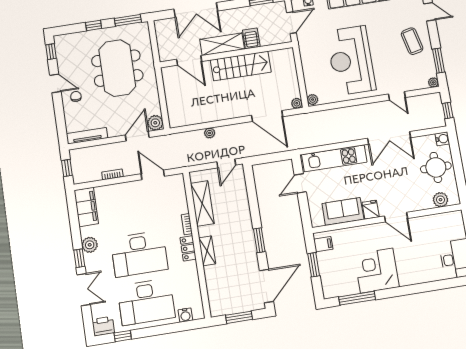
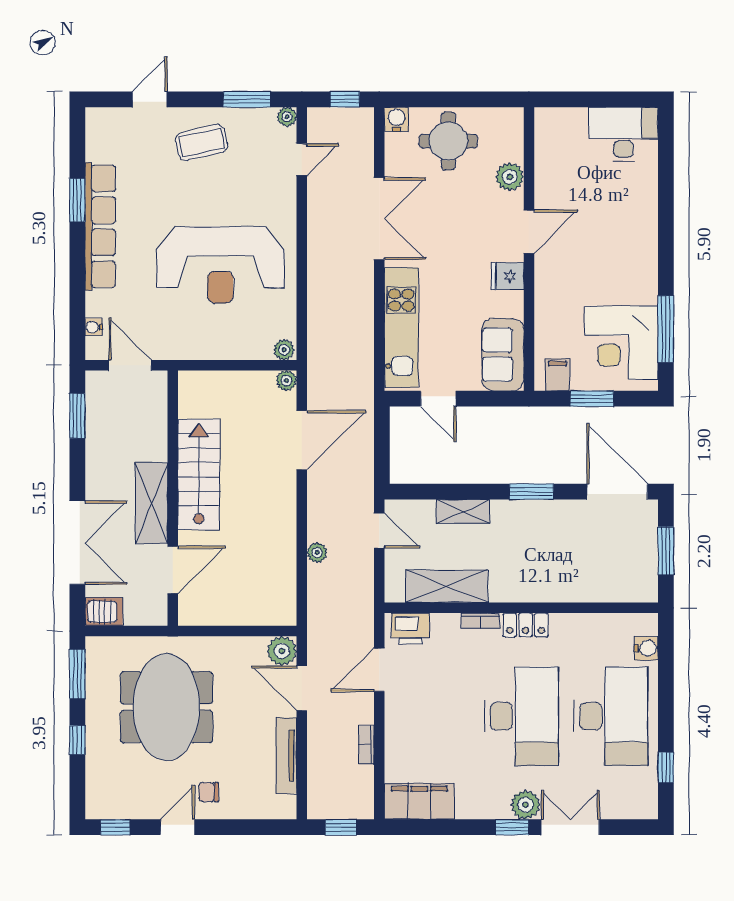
server rack: (251, 38) -> (104, 612), moved, turned 180
meeting table: (117, 68) -> (166, 707), turned 90
door: (397, 96) -> (302, 160), moved
tv unit: (87, 136) -> (286, 756), moved
plant: (440, 200) -> (510, 177), moved
sofa: (343, 211) -> (503, 355), moved
plant: (90, 245) -> (525, 805), moved
shelving: (207, 251) -> (463, 511), moved
corner desk: (377, 271) -> (621, 343), moved
printer: (103, 326) -> (410, 629), moved, turned -90

